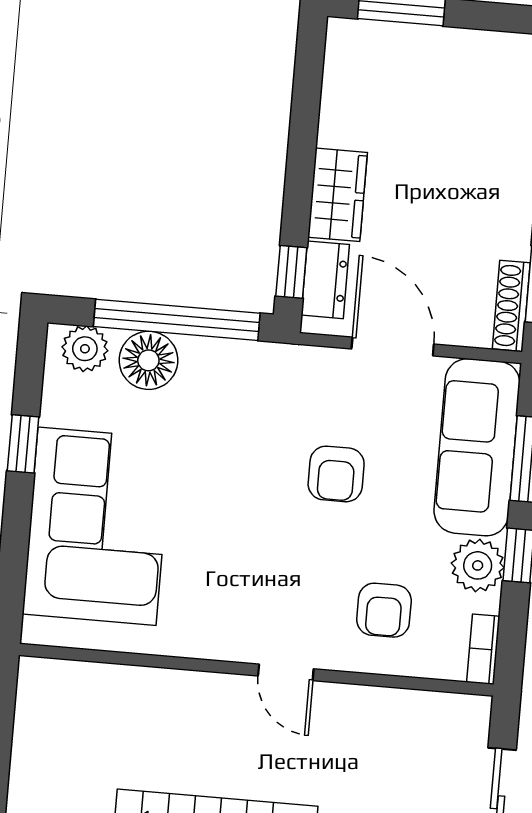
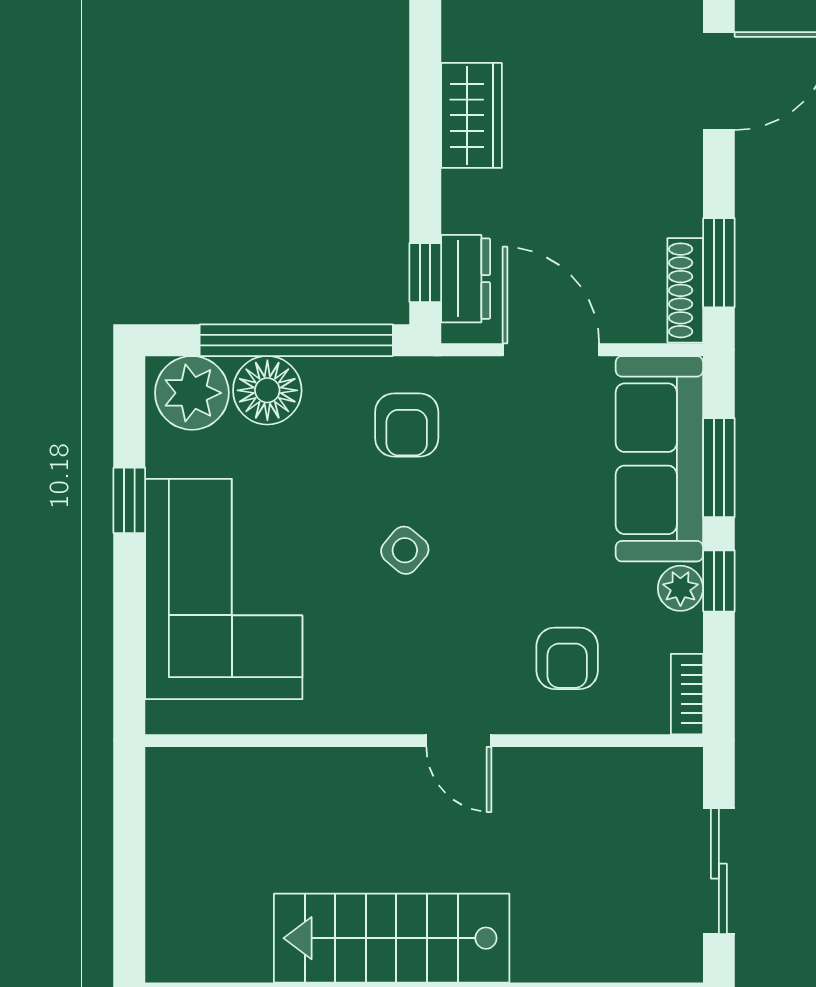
wardrobe: (338, 195) -> (471, 115), moved
plant: (85, 349) -> (192, 393), width x1.36, depth x1.36
armchair: (336, 474) -> (407, 425), moved
side table: (254, 506) -> (405, 550), added
plant: (478, 565) -> (680, 588), width x0.73, depth x0.73

